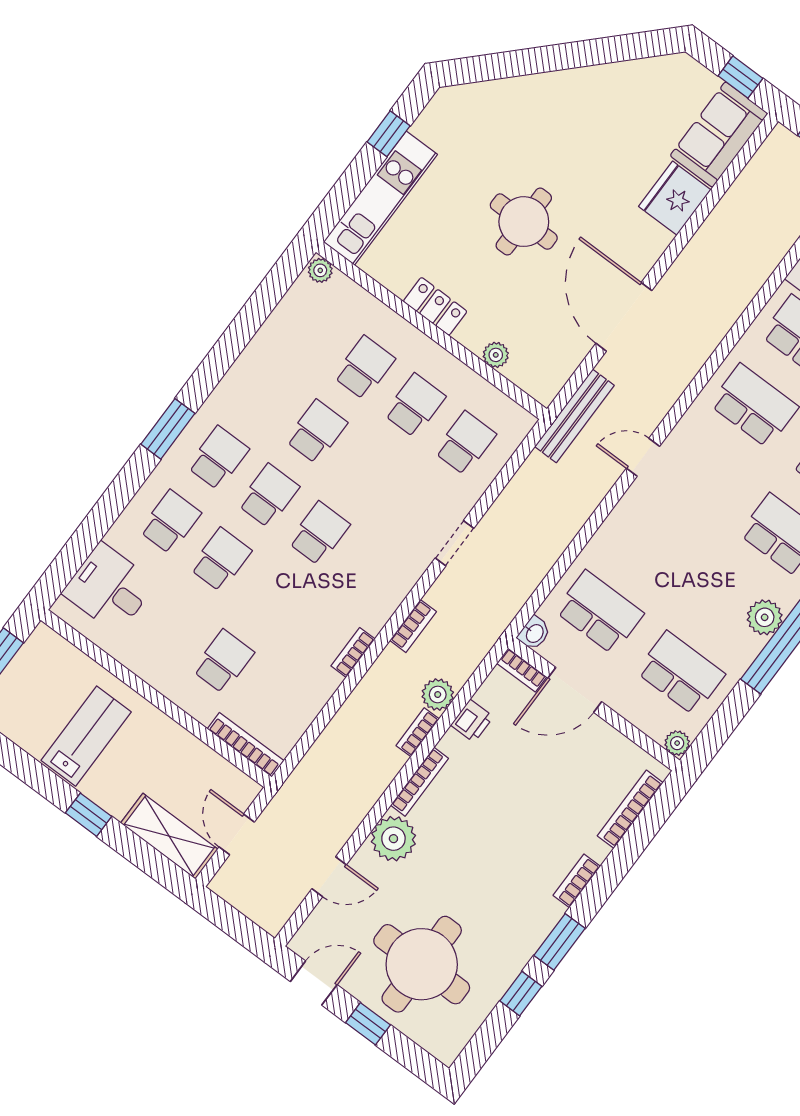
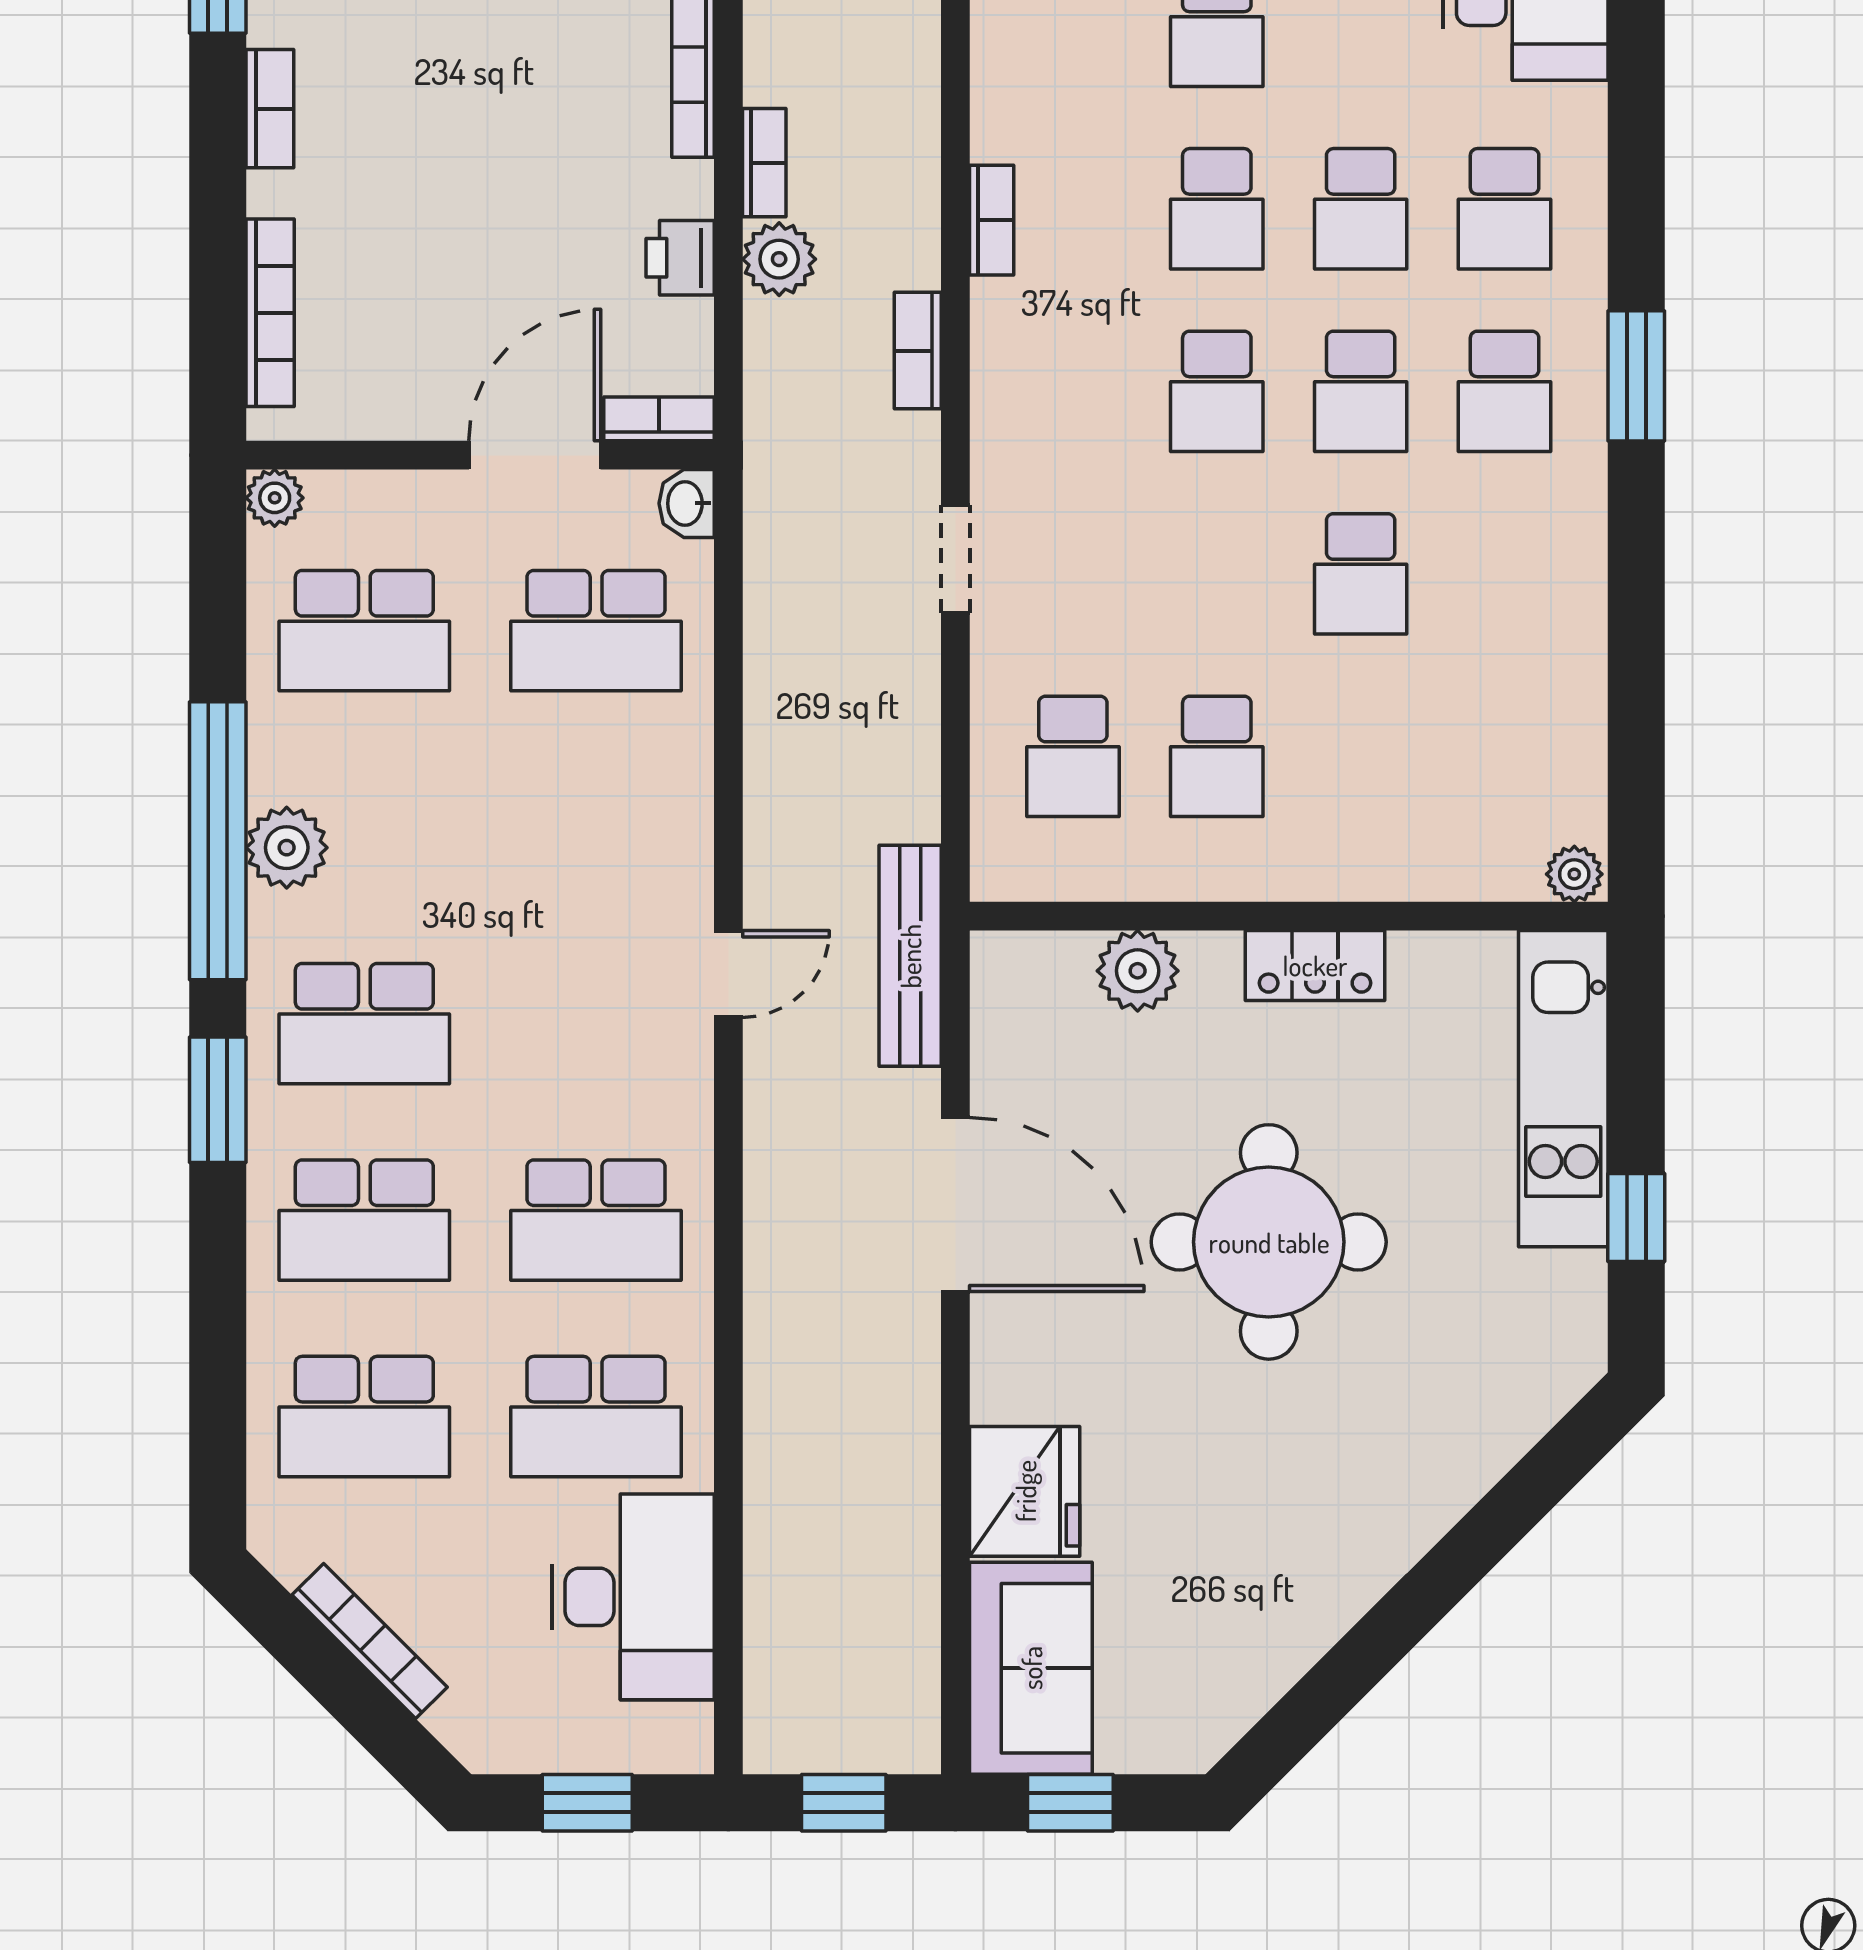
round table: (524, 222) -> (1269, 1242), width x1.36, depth x1.36
plant: (496, 355) -> (1138, 971), width x1.38, depth x1.38
school desk: (364, 368) -> (1217, 209), moved

